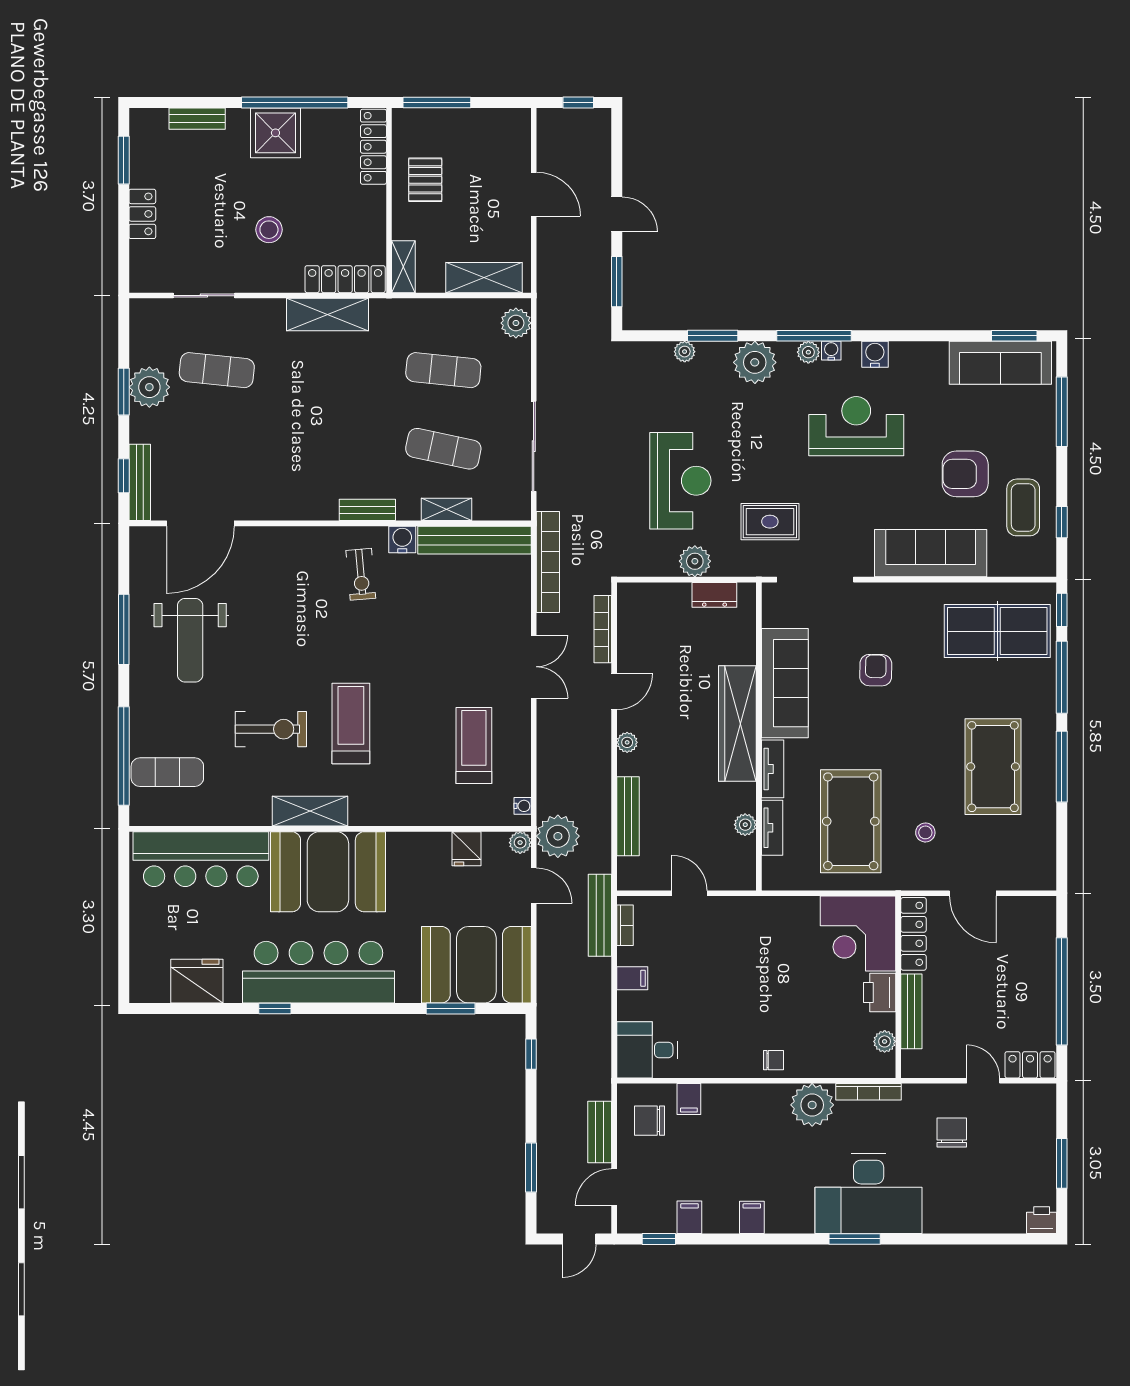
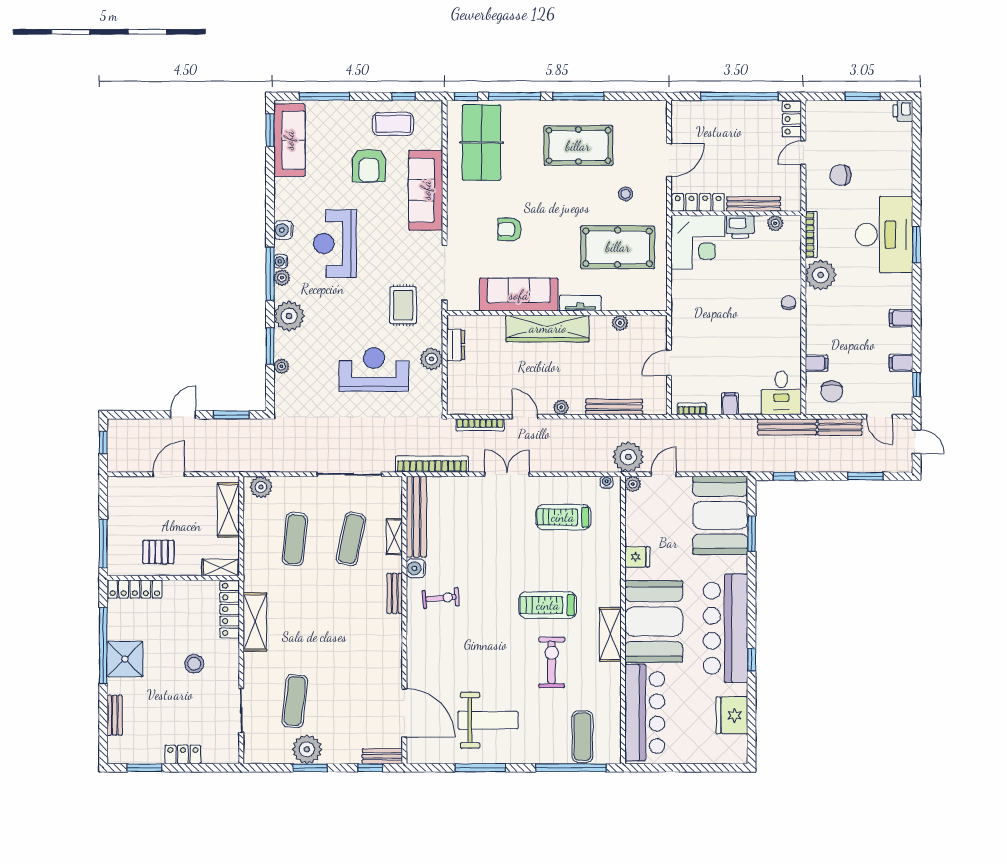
bench: (140, 482) -> (382, 756), width x0.73
tv unit: (772, 828) -> (622, 304), removed
fridge: (466, 849) -> (637, 557), moved
bench: (600, 915) -> (787, 427), moved

